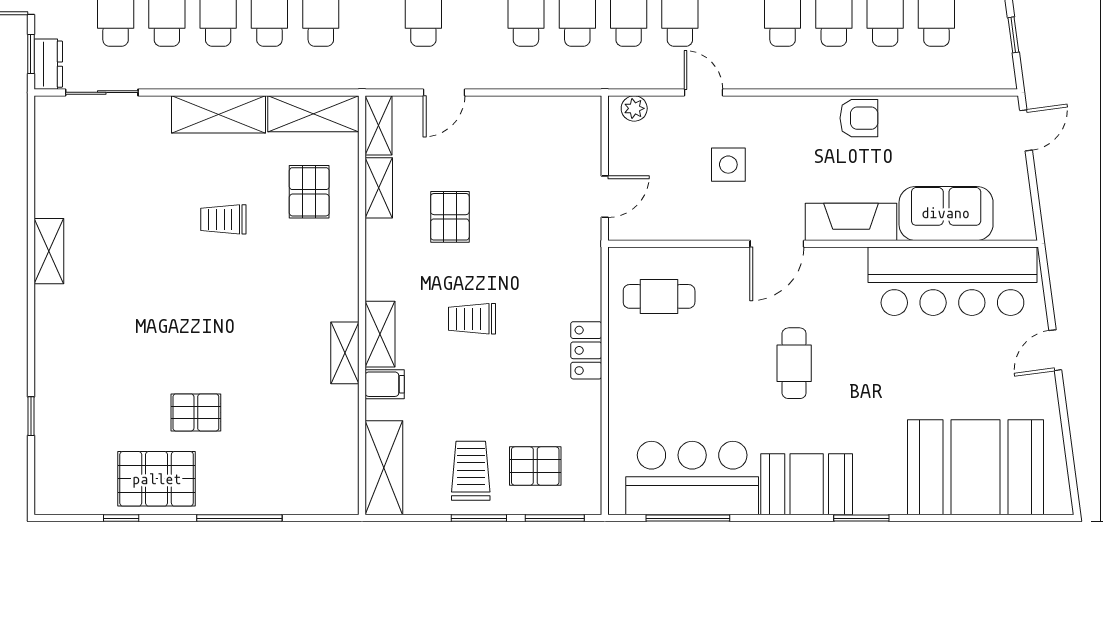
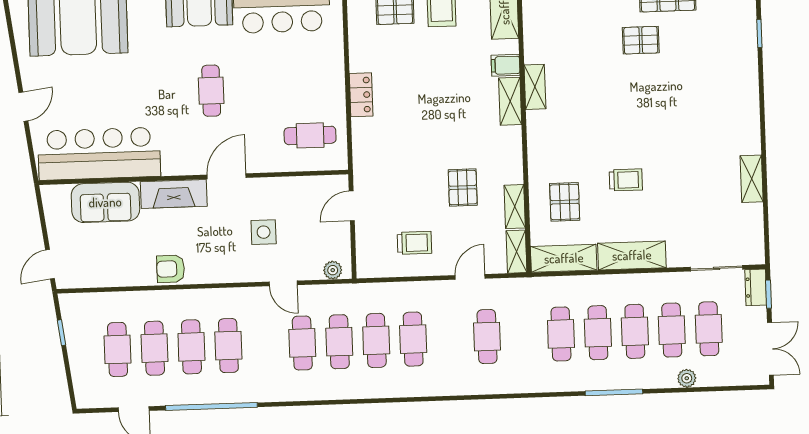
shelving: (49, 251) -> (752, 179), moved
trolley: (472, 319) -> (414, 243), moved

